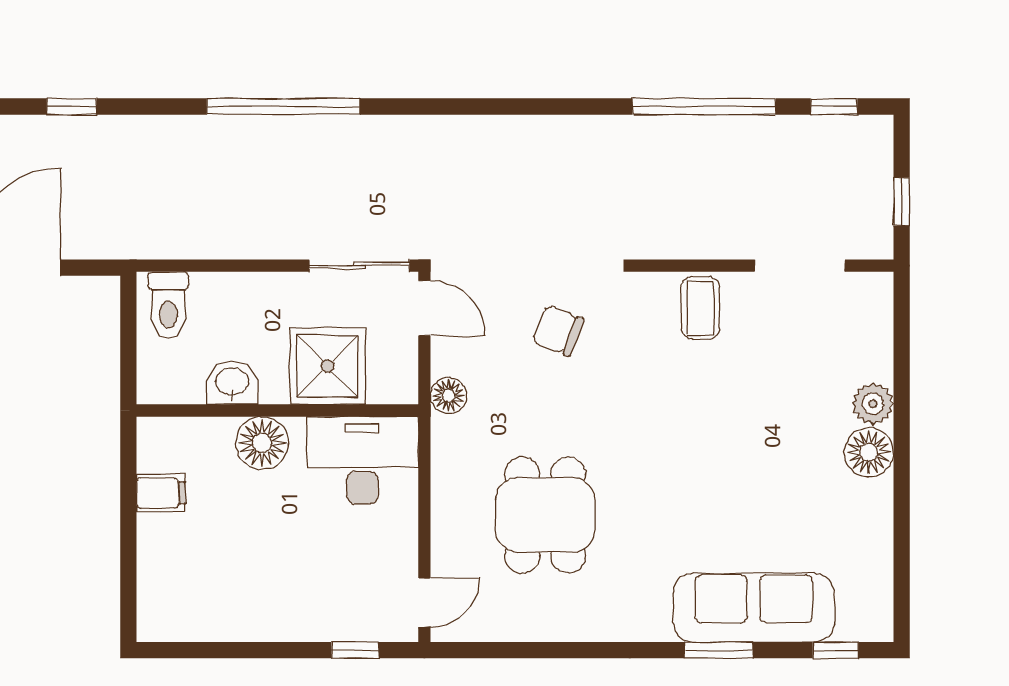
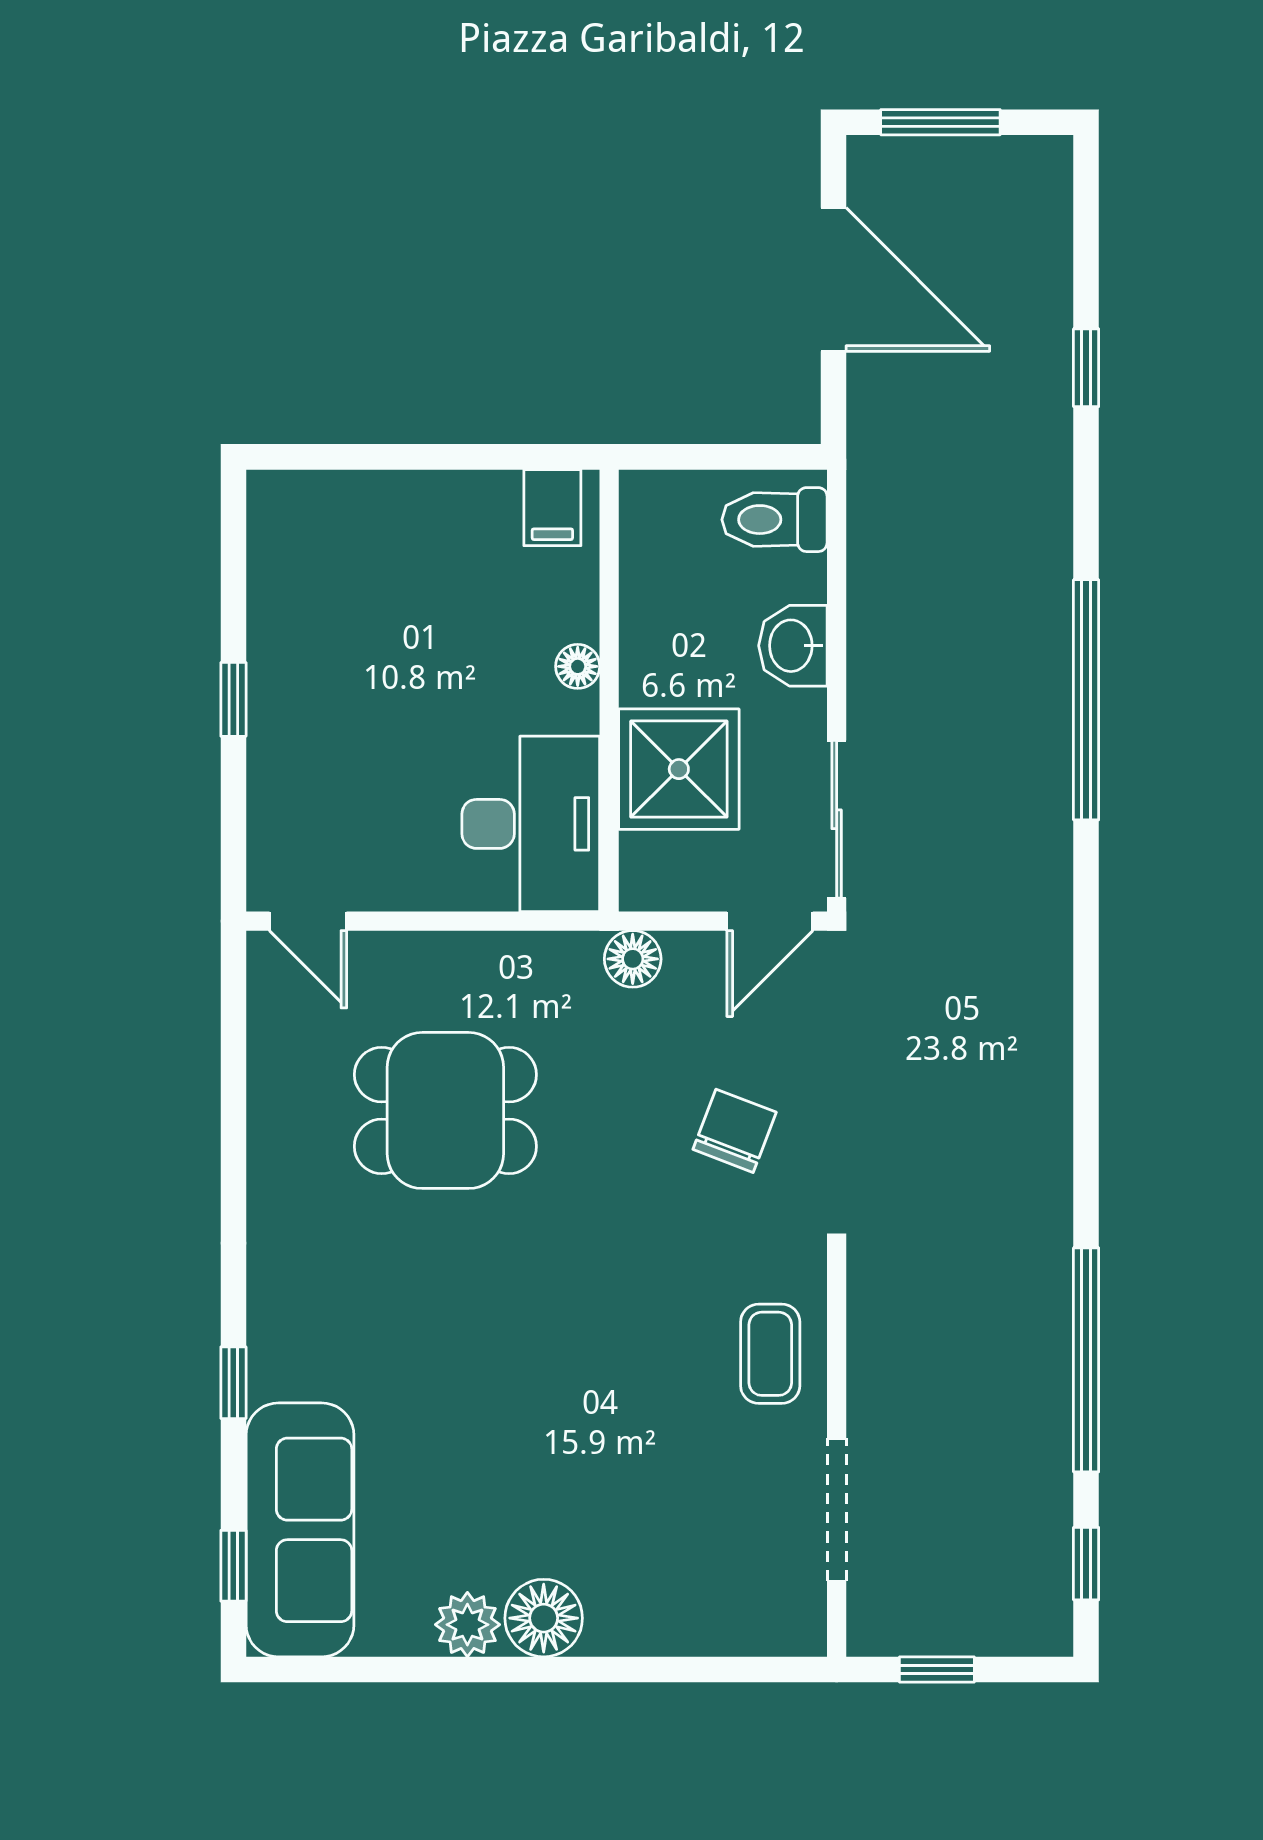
coffee table: (700, 308) -> (770, 1354), turned 90
washbasin: (232, 383) -> (793, 646), moved, turned 180
plant: (873, 404) -> (467, 1625), moved
floor lamp: (262, 443) -> (578, 666), width x0.53, depth x0.53
filing cabinet: (161, 493) -> (552, 508), moved
sofa: (754, 608) -> (300, 1530), moved
window: (355, 650) -> (233, 699), moved
window: (719, 650) -> (233, 1383), width x0.67

